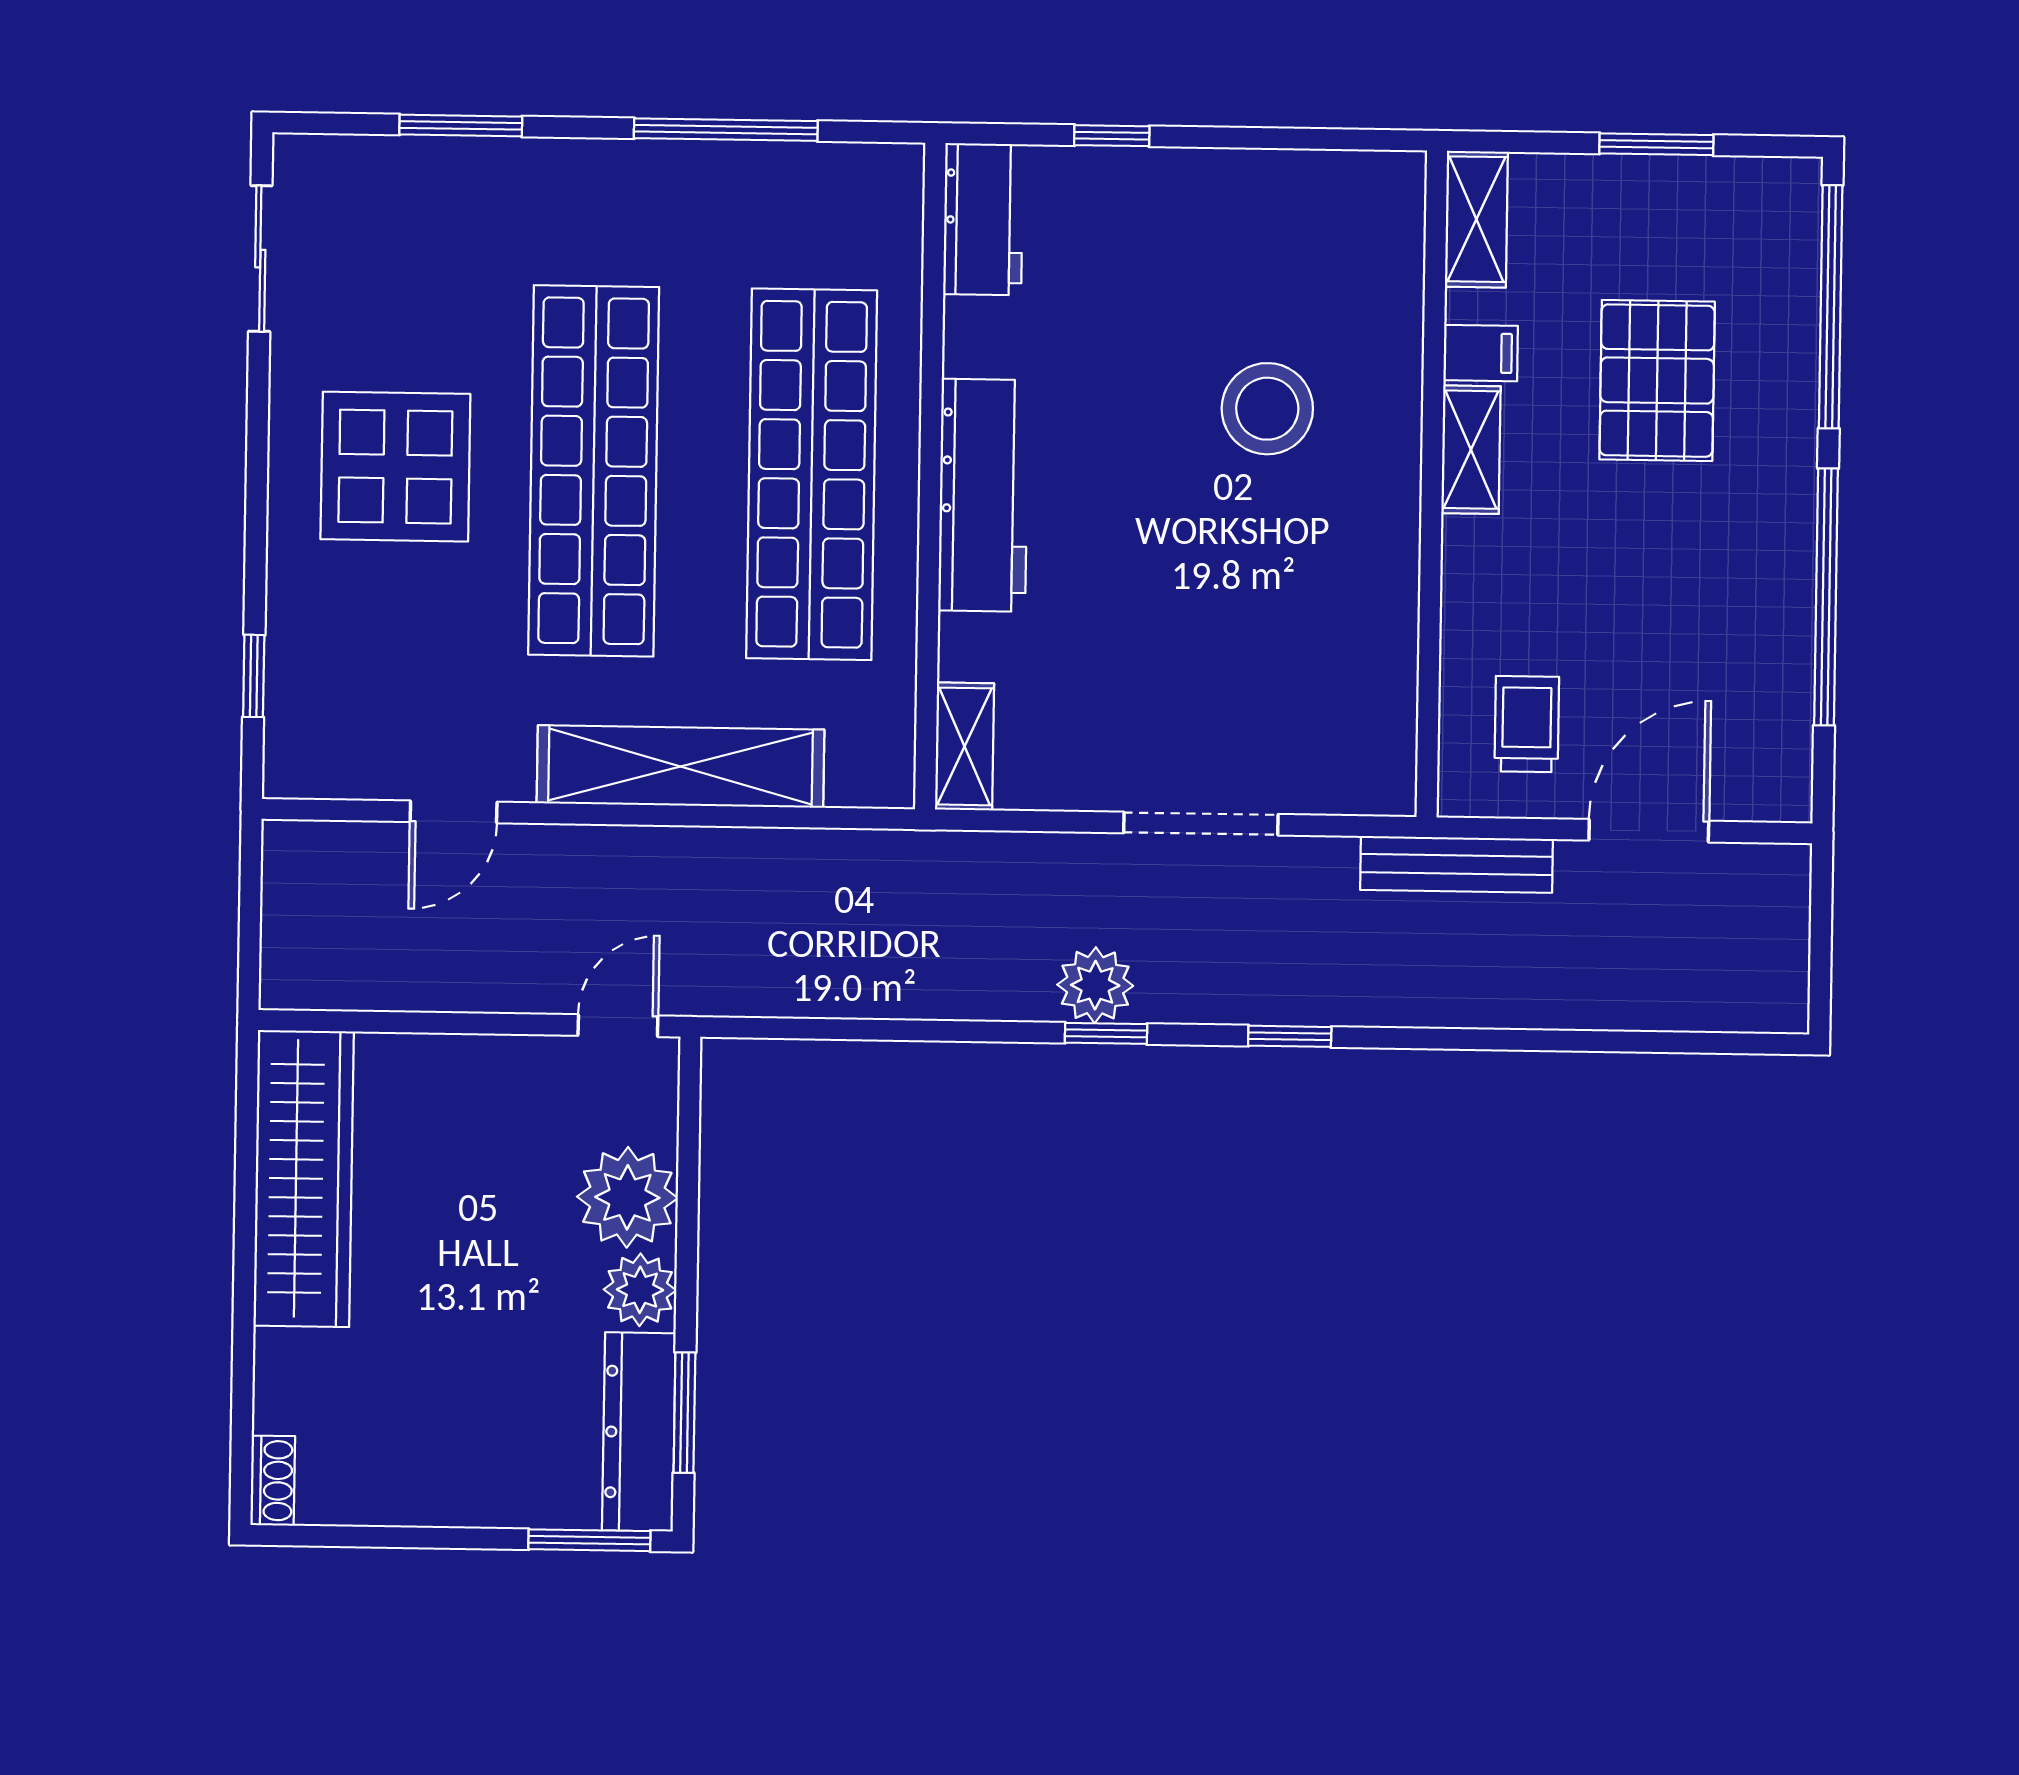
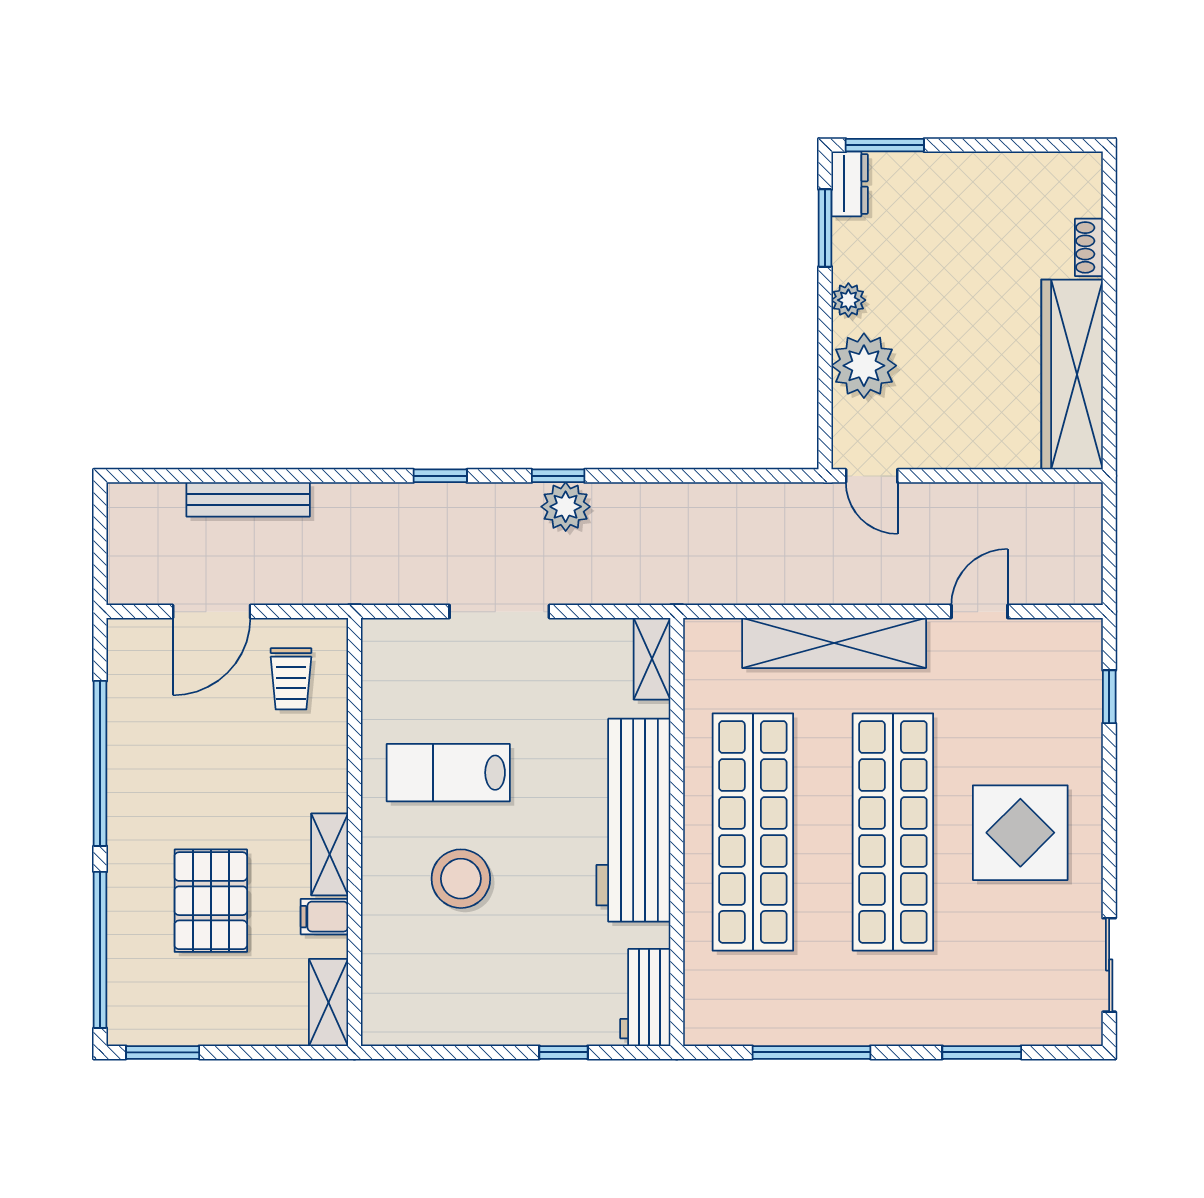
window: (1656, 144) -> (163, 1052), moved
workbench: (983, 495) -> (633, 820), width x1.36, depth x1.32
lab bench: (1284, 574) -> (448, 773), added
bench: (1457, 864) -> (248, 499), moved
door: (618, 1026) -> (872, 476), hinge flipped
plant: (640, 1290) -> (848, 300), width x0.73, depth x0.73
dresser: (639, 1432) -> (850, 184), width x0.51, depth x0.80
shoe rack: (273, 1481) -> (1089, 247), moved

